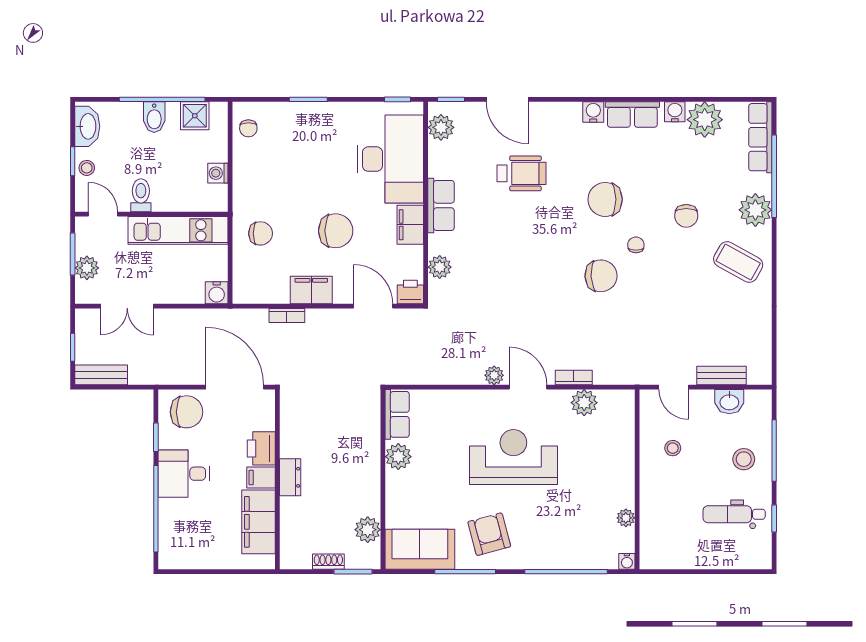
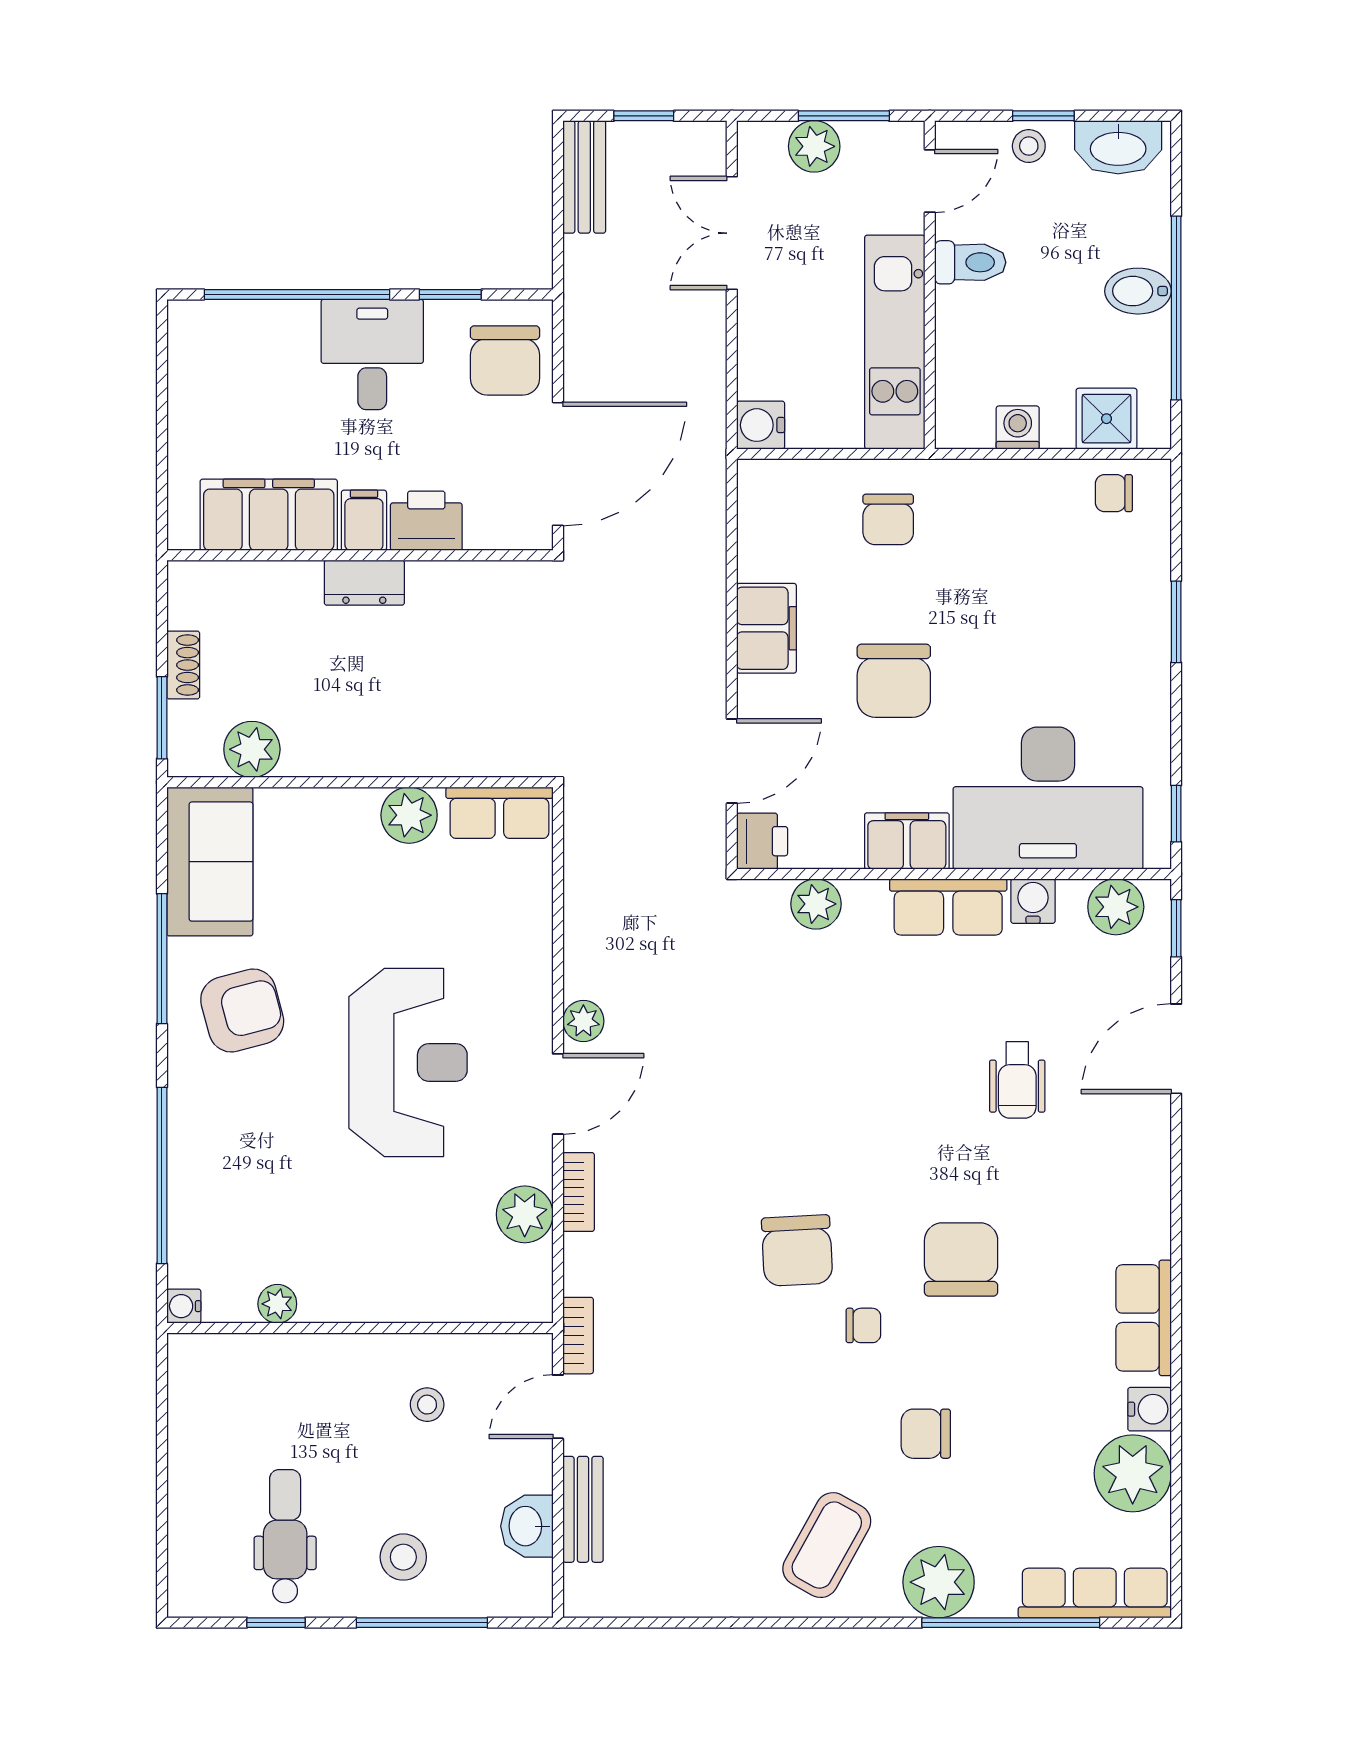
water cooler: (593, 112) -> (1033, 901), moved, turned -90
shower: (195, 116) -> (1107, 419), moved
wheelchair: (522, 173) -> (1017, 1080), width x0.73, depth x0.73
bookcase: (287, 316) -> (578, 1336), moved, turned 180

